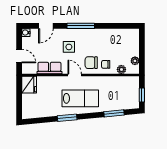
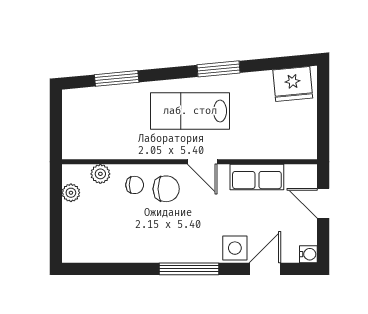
side table: (69, 47) -> (235, 248), moved
fridge: (29, 85) -> (293, 84), moved, turned -95
window: (142, 95) -> (56, 118), removed

